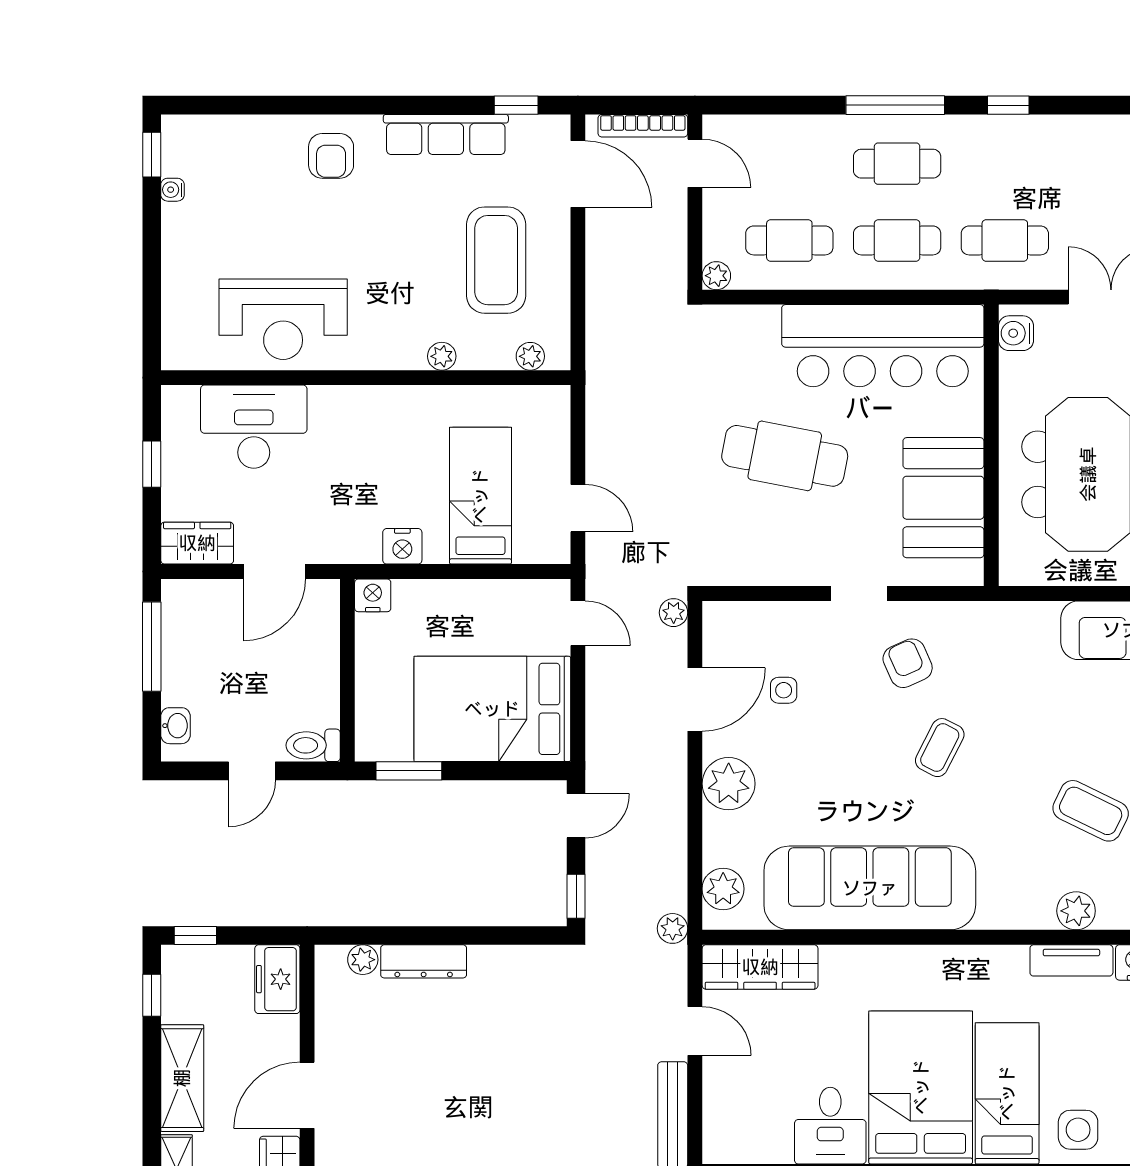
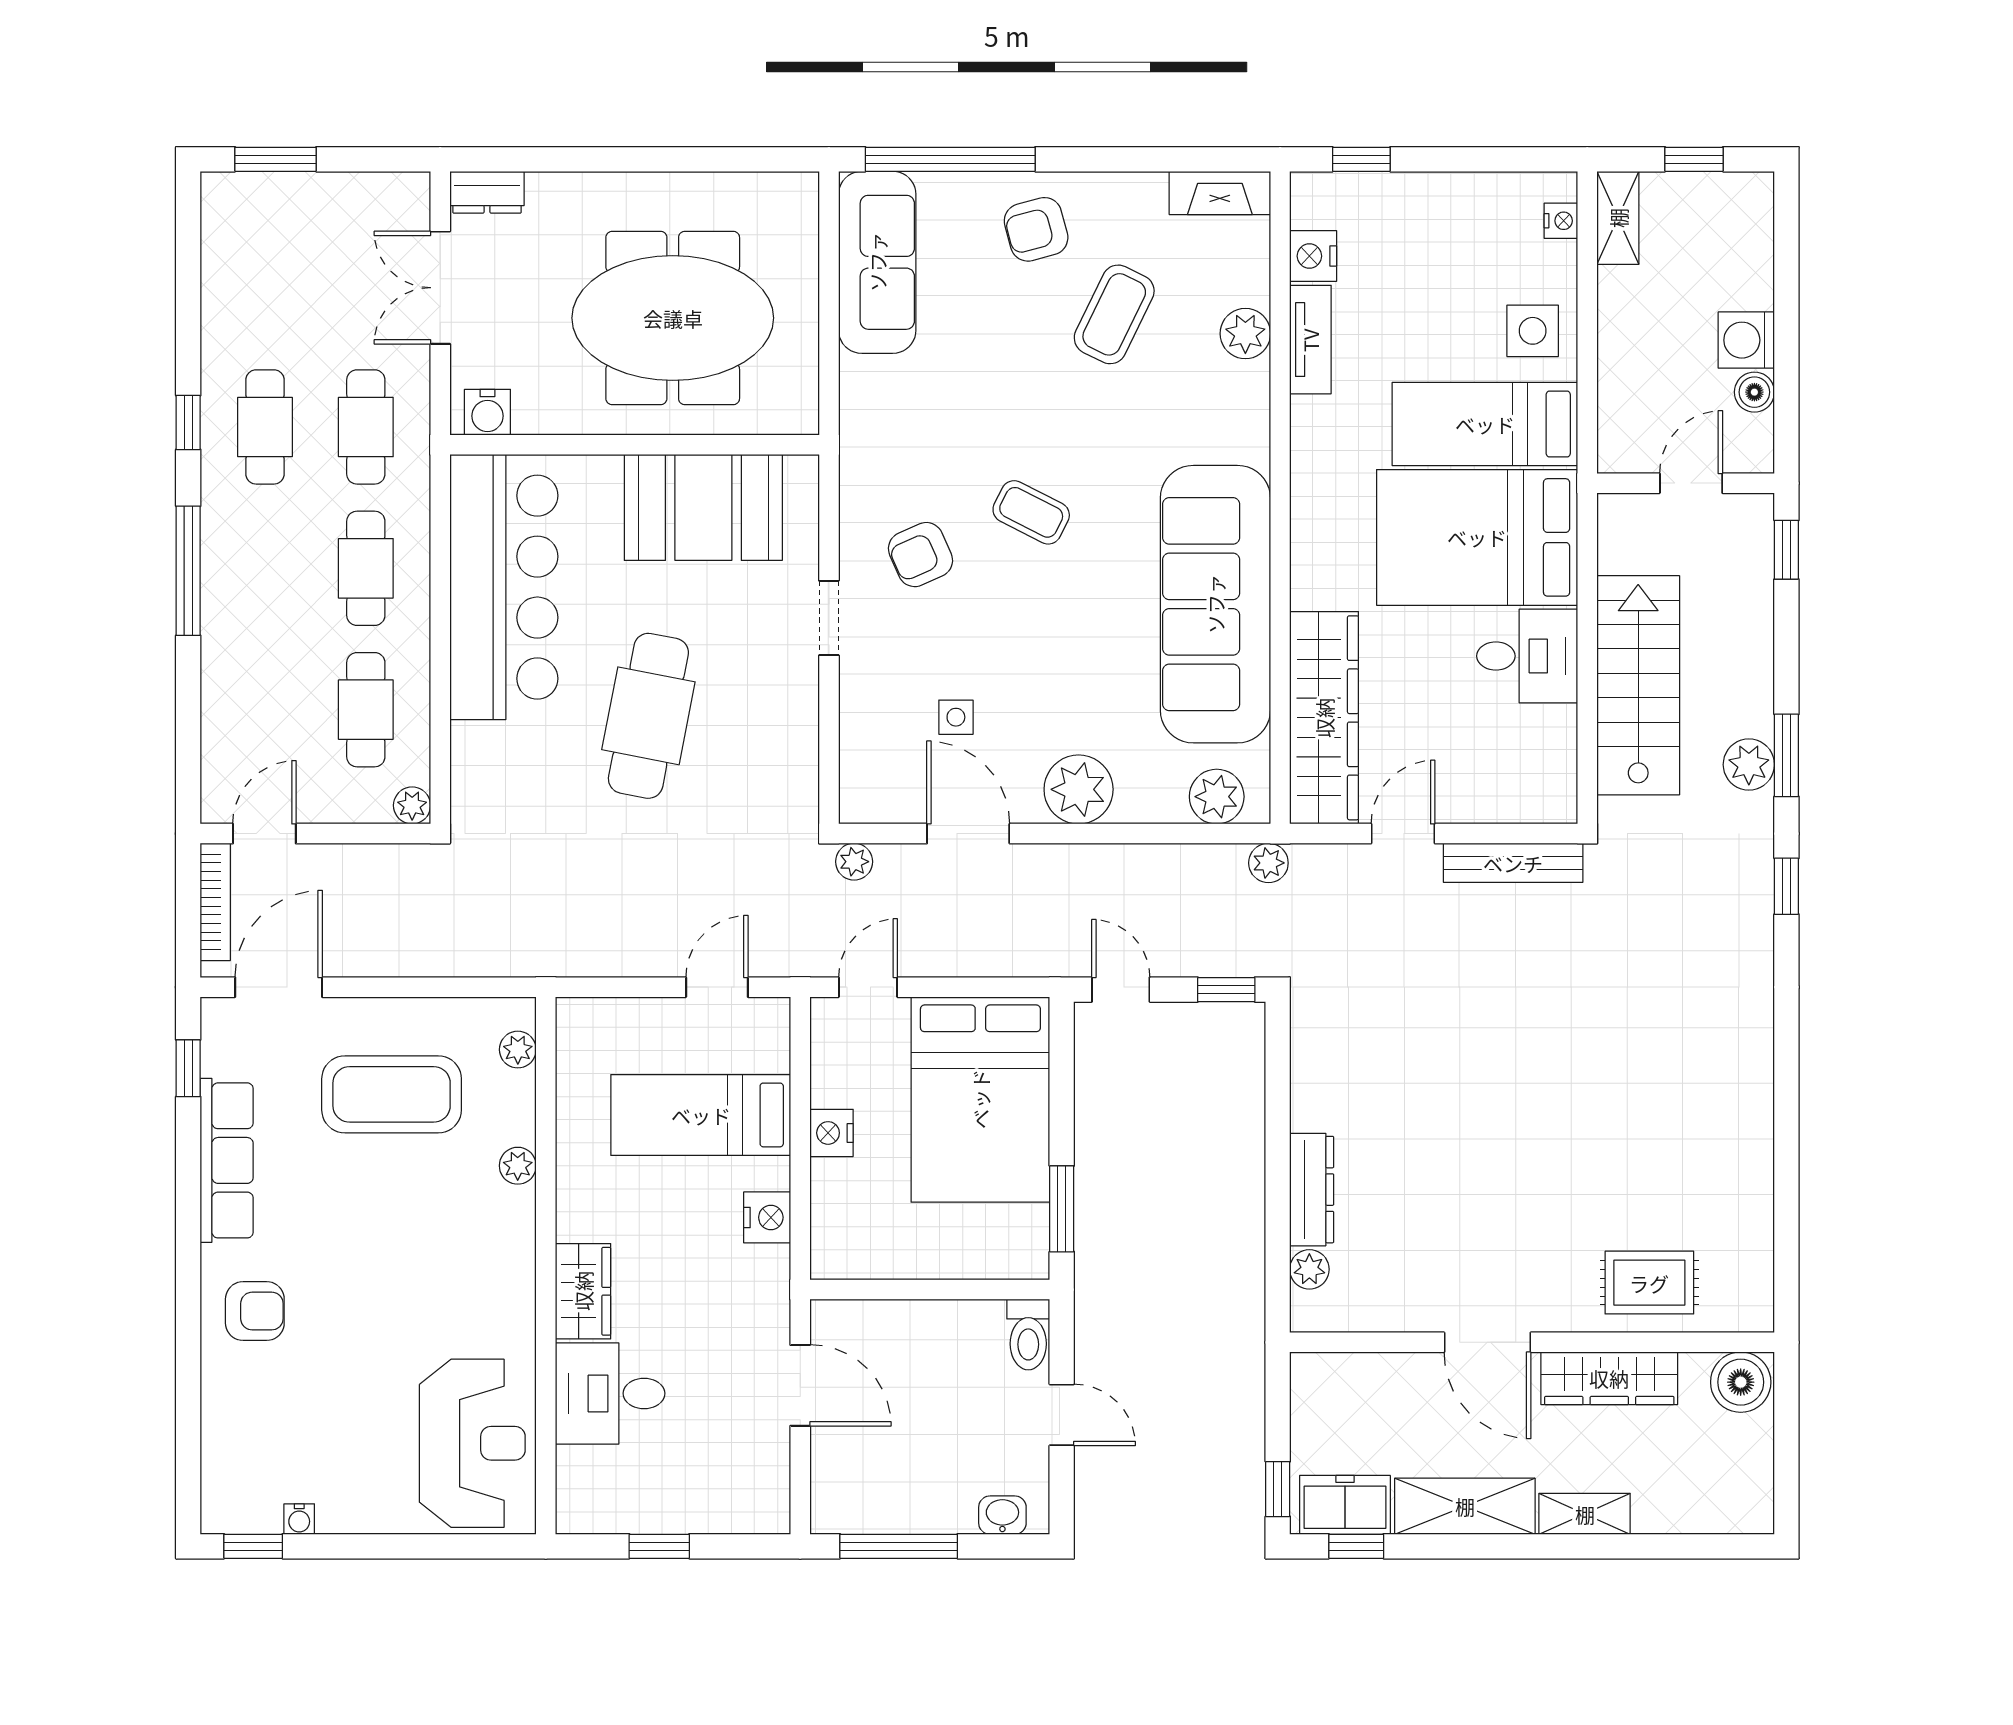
cafe table: (897, 164) -> (265, 427), moved
reception desk: (283, 319) -> (472, 1443), moved
desk: (254, 427) -> (610, 1393), width x0.73
wardrobe: (197, 543) -> (583, 1291), moved, turned 180
nightstand: (373, 595) -> (831, 1133), moved
wardrobe: (760, 967) -> (1324, 718), width x1.40, depth x1.17
freezer: (277, 979) -> (1345, 1505), moved, turned 180

